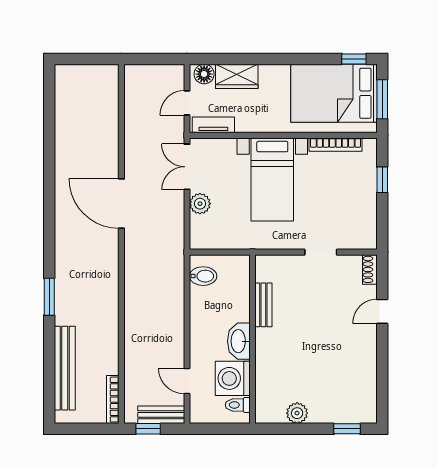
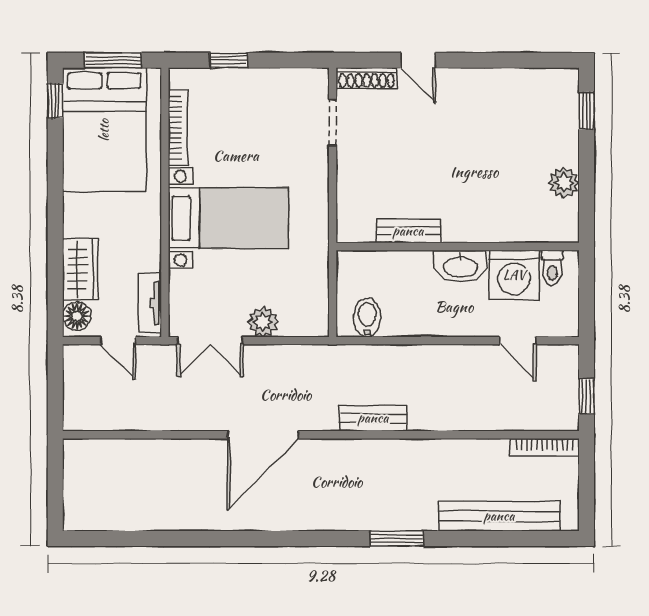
doorway: (321, 252) -> (333, 123), moved
shoe rack: (370, 269) -> (367, 78), width x1.43
door: (187, 381) -> (518, 341), hinge flipped
bench: (161, 415) -> (373, 418), moved, turned 90

